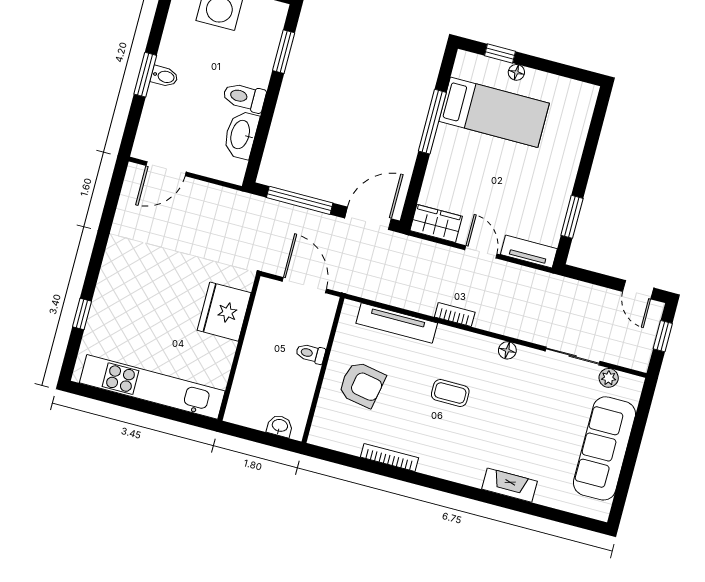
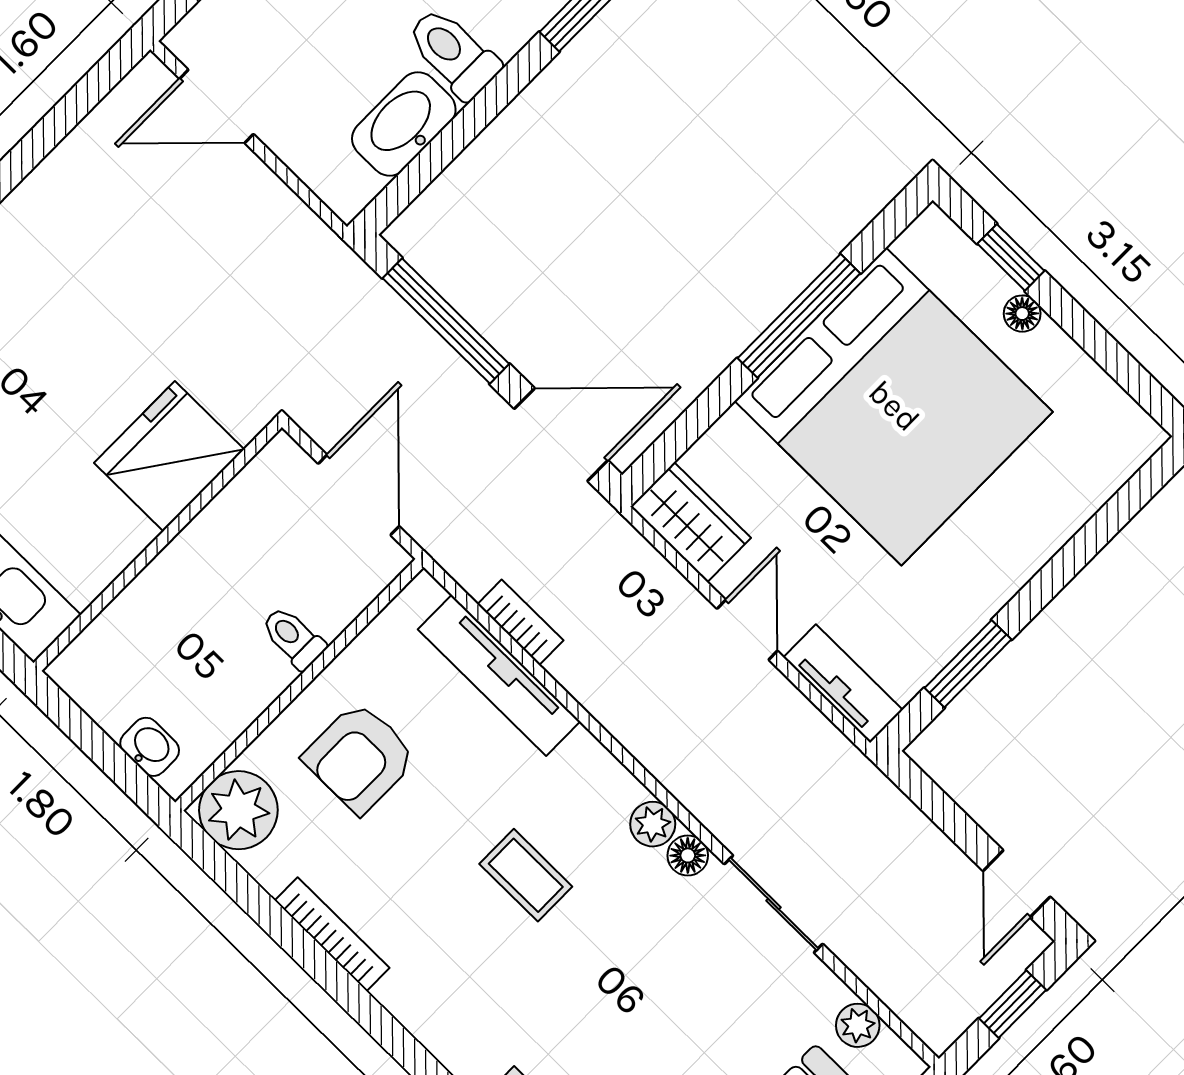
bed: (494, 112) -> (894, 406), width x2.04
bookcase: (455, 315) -> (520, 622), moved
plant: (487, 346) -> (653, 824), added
sliding door: (573, 356) -> (774, 904), moved
armchair: (362, 384) -> (360, 758), turned 80
plant: (327, 431) -> (238, 810), added

